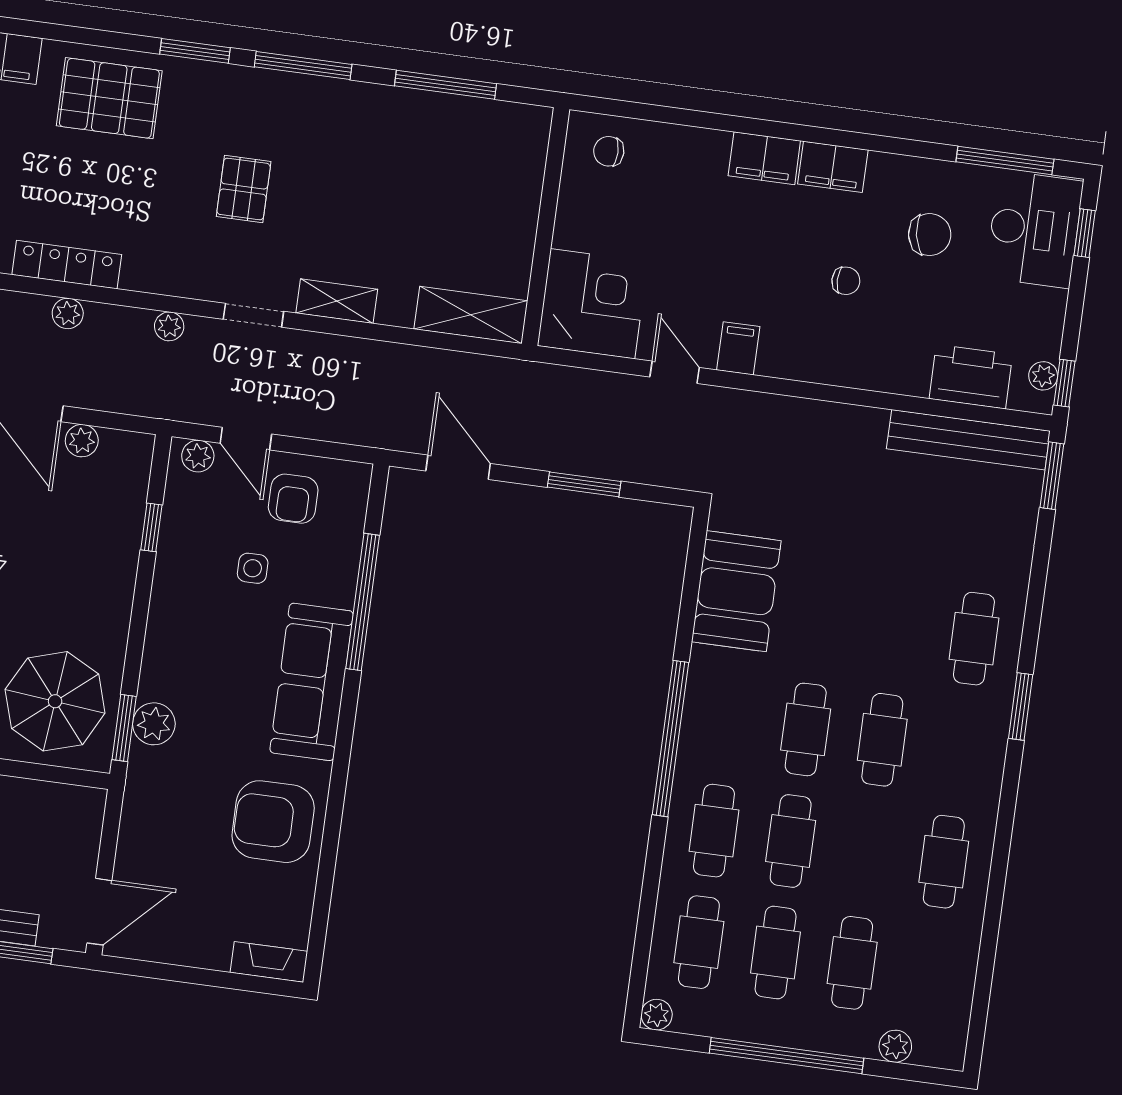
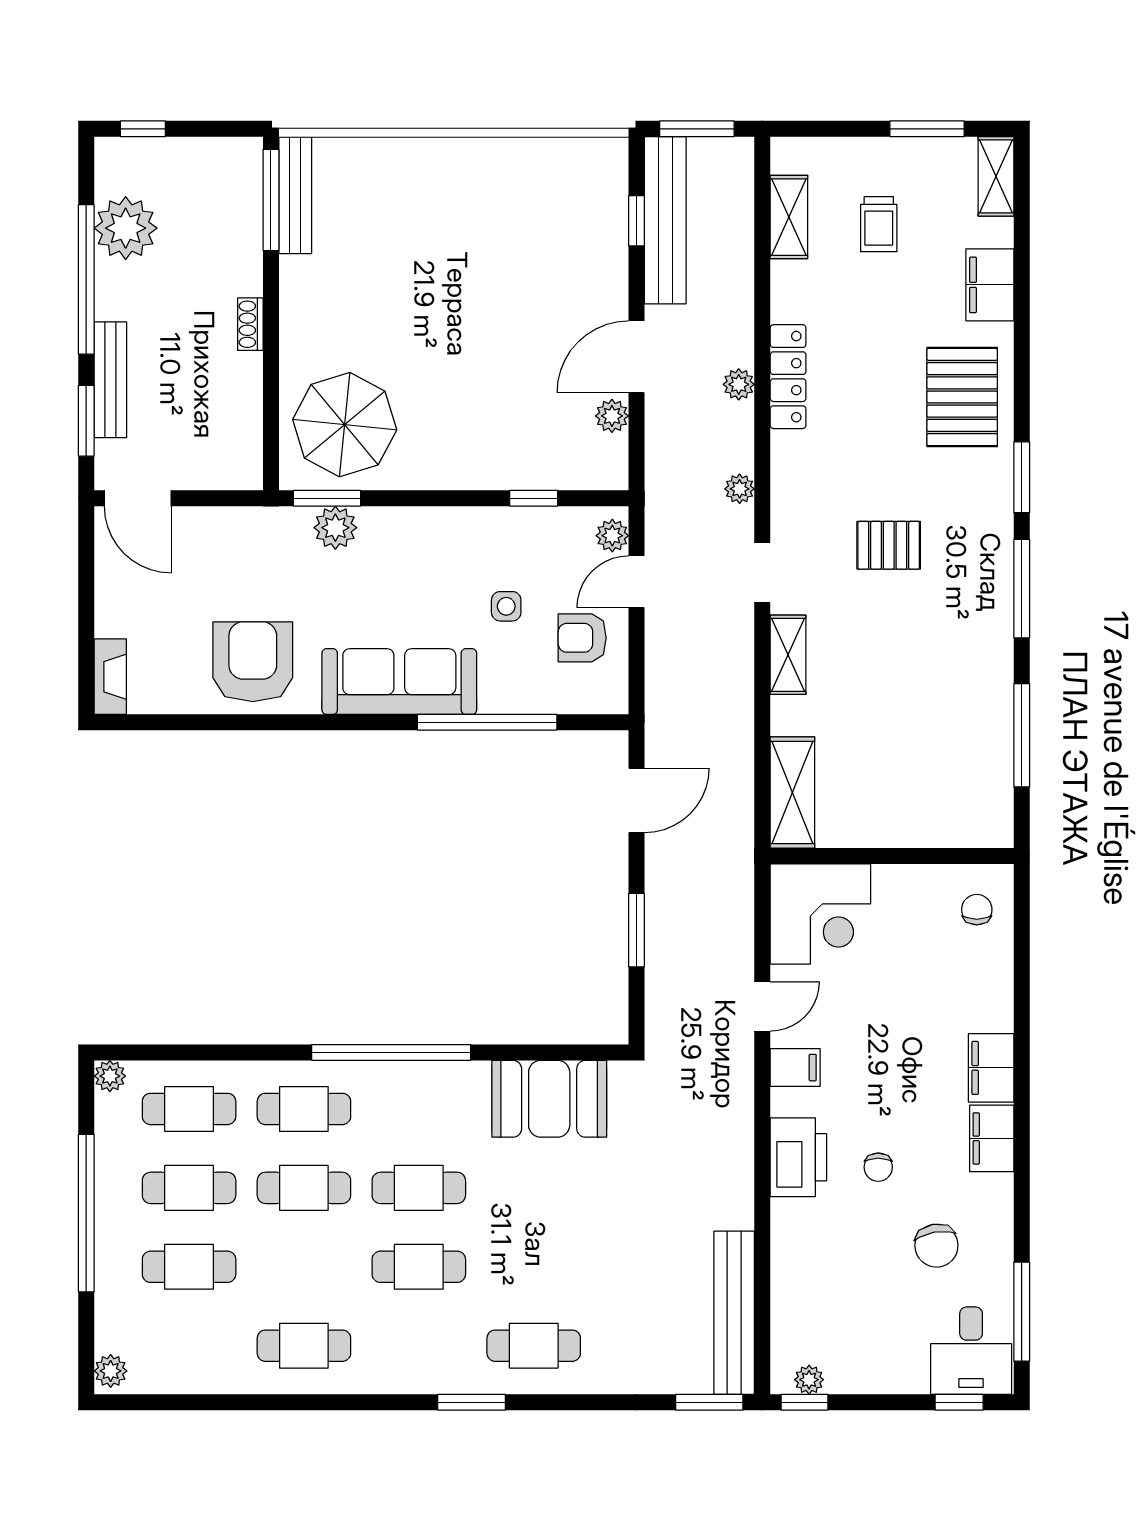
desk: (1034, 229) -> (971, 1351), width x0.73
printer: (971, 377) -> (798, 1157), moved
plant: (895, 1046) -> (111, 1371), moved

